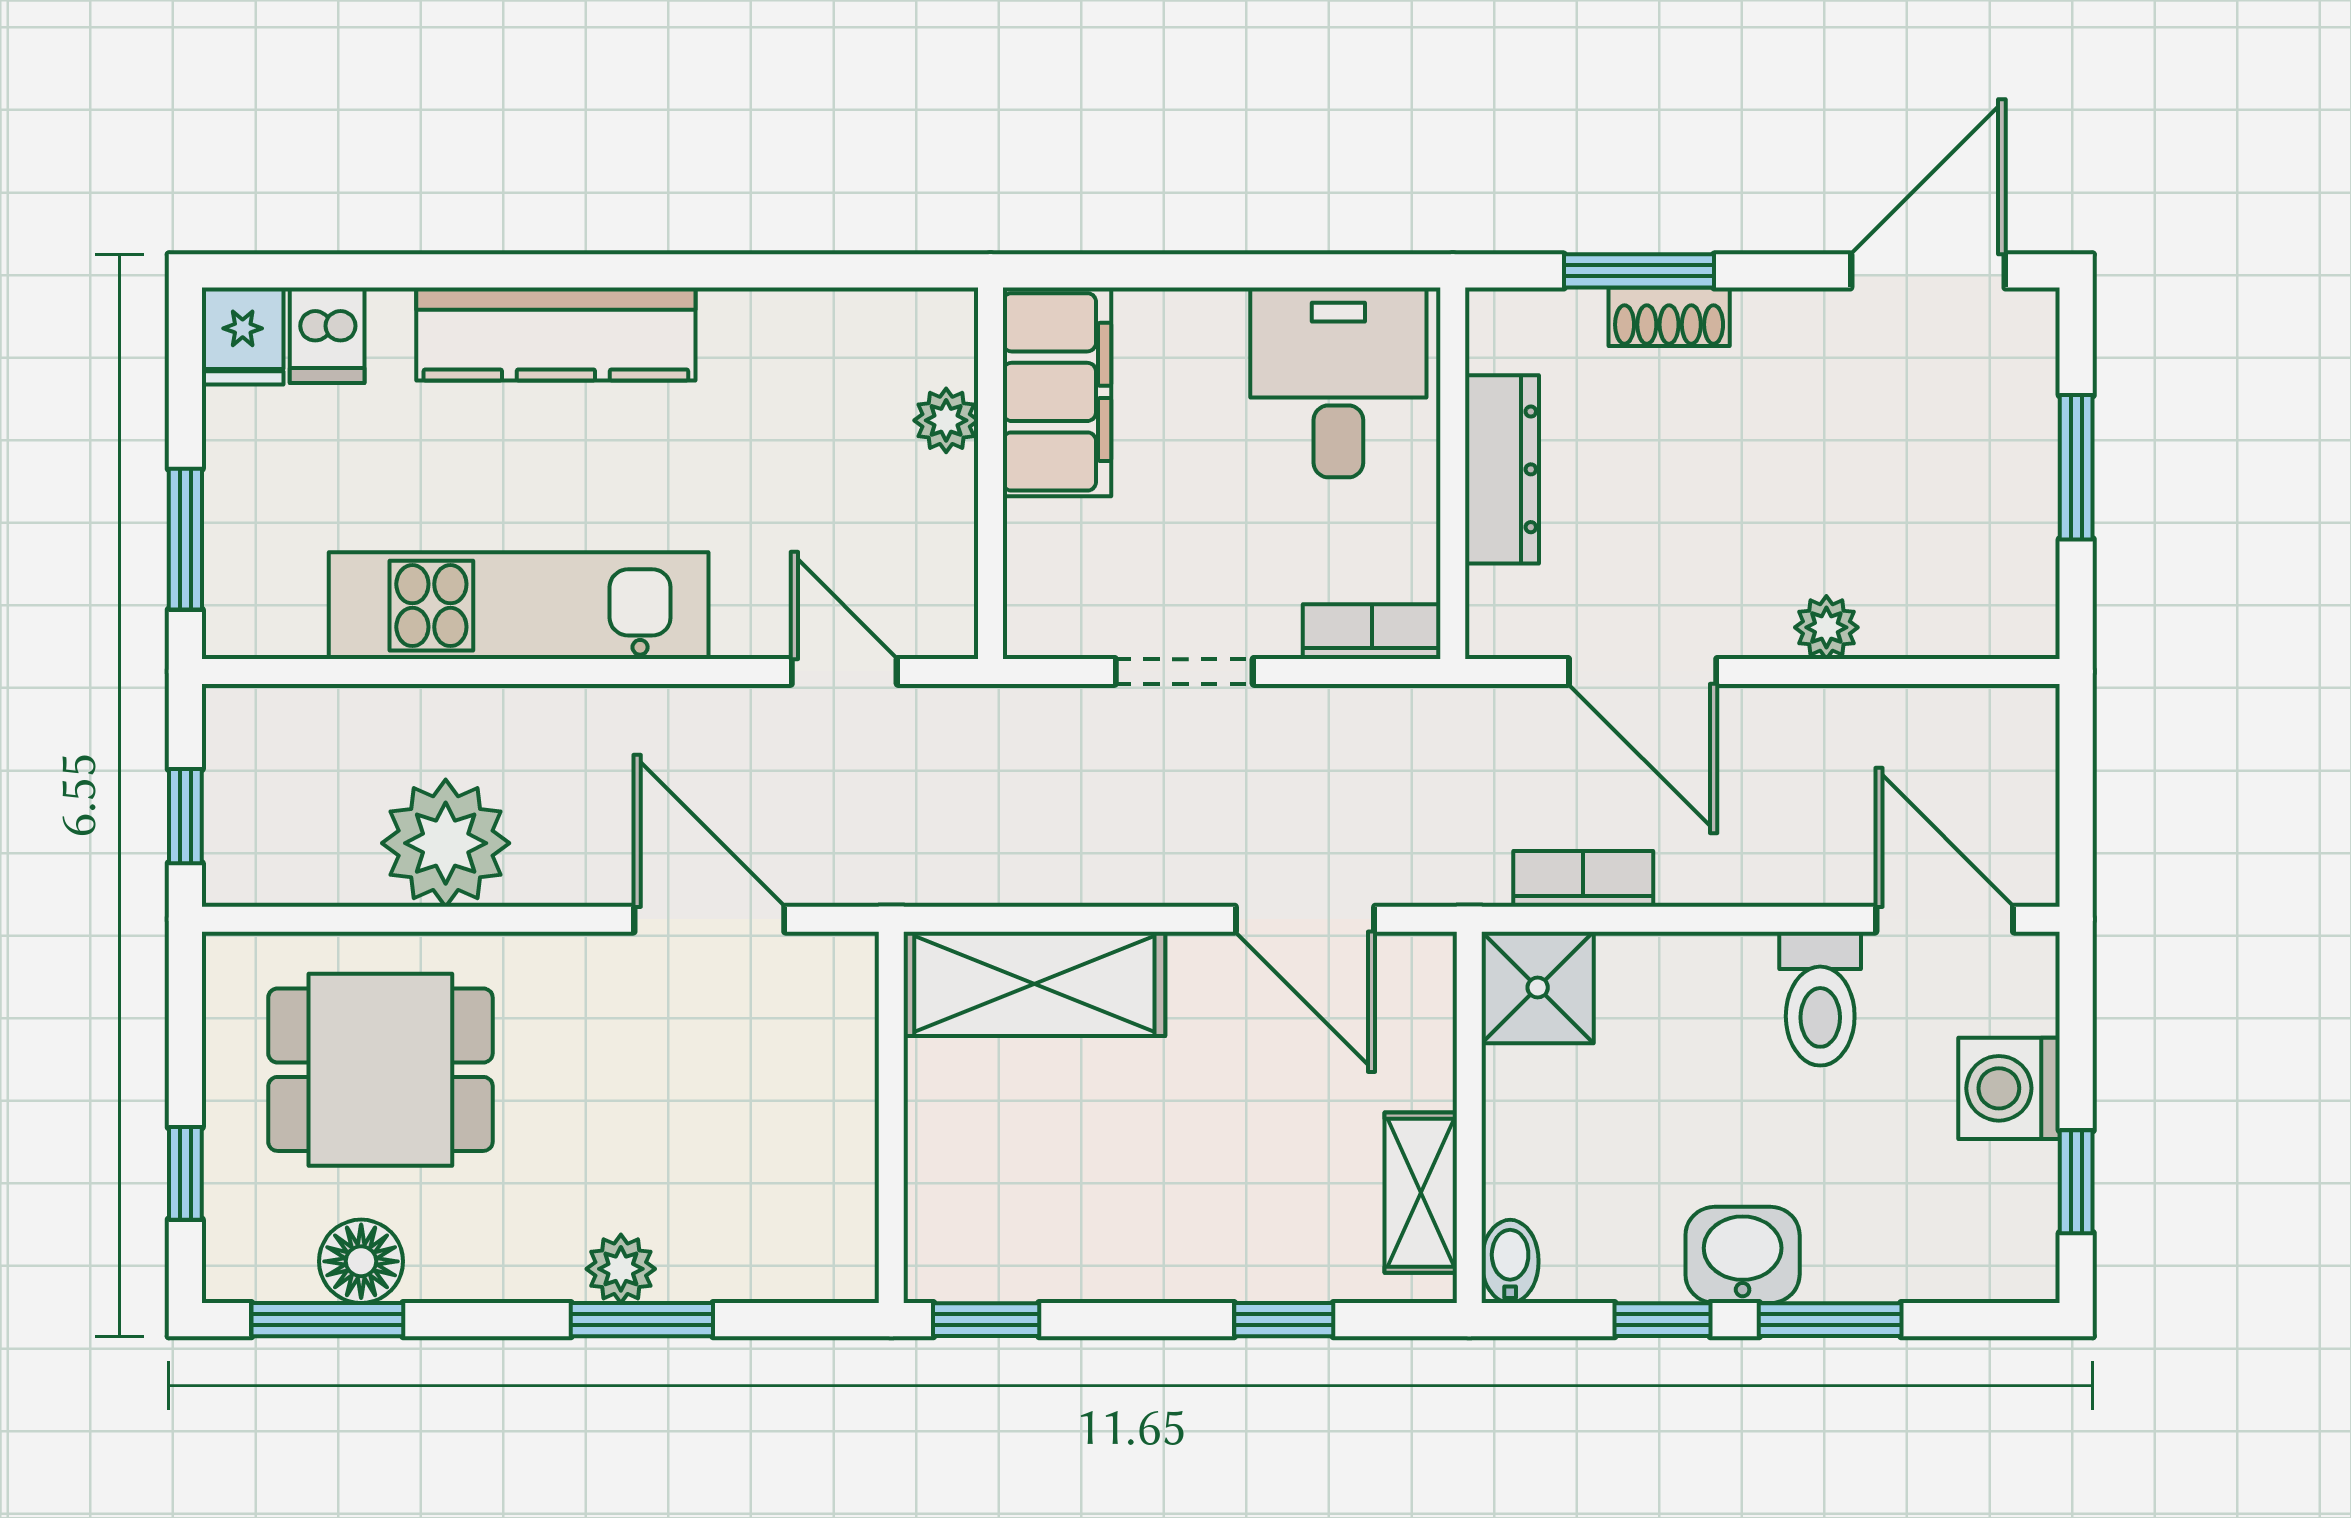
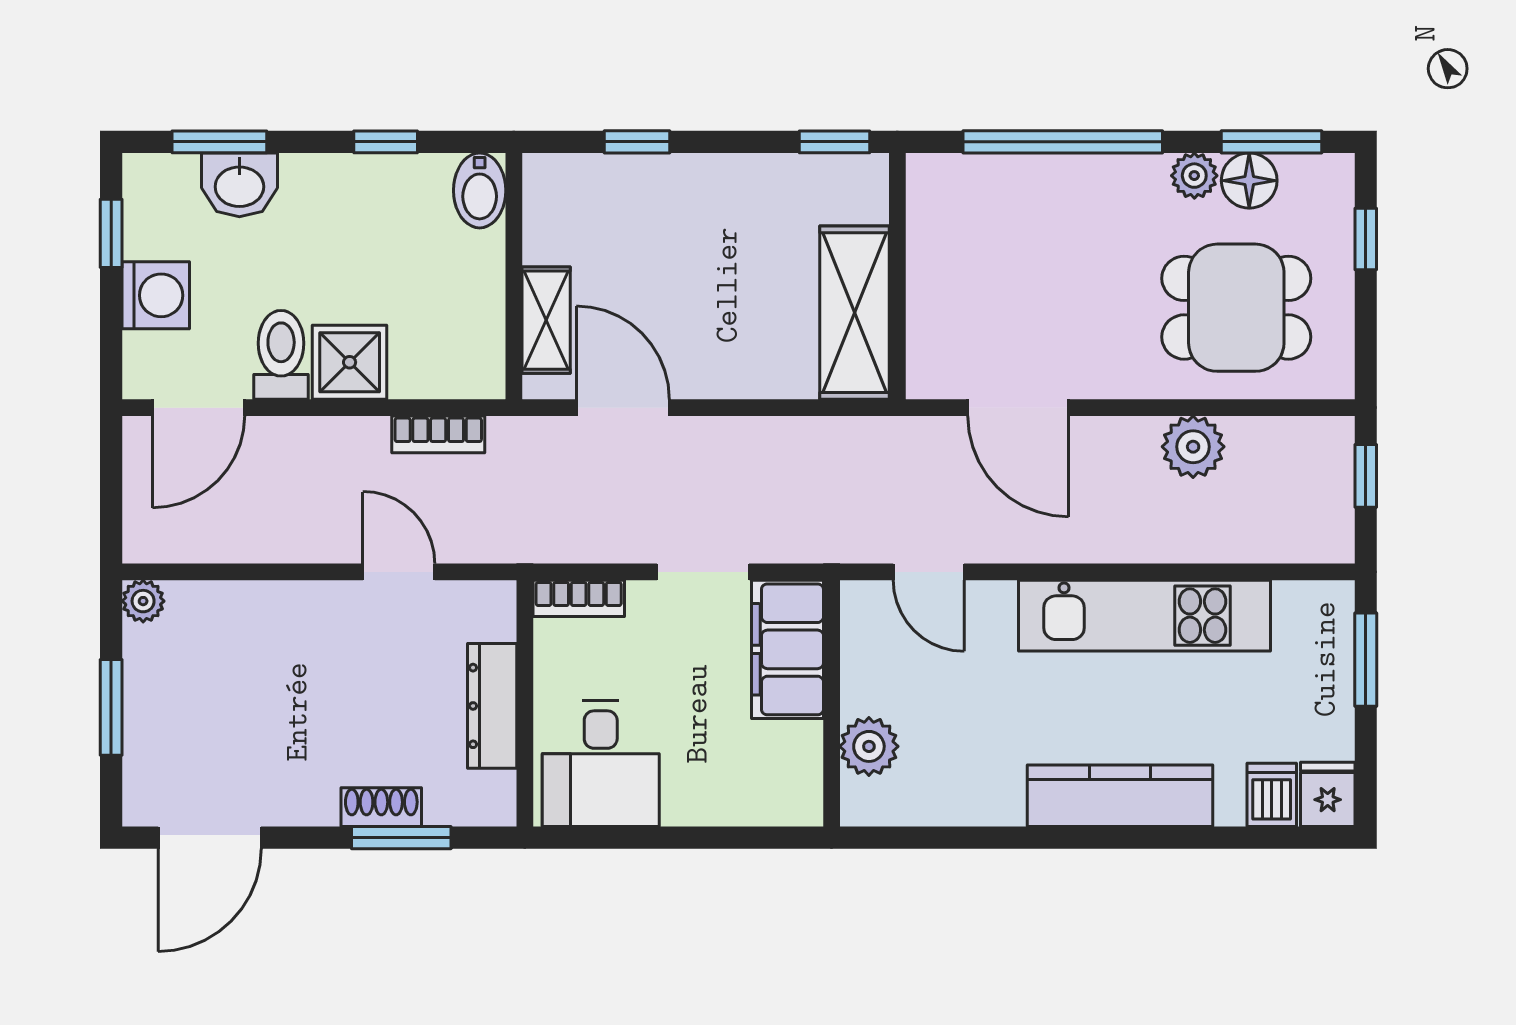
filing cabinet: (1057, 392) -> (787, 649), moved
plant: (946, 420) -> (869, 746), width x1.38, depth x1.38
plant: (1826, 627) -> (143, 601), moved
door: (1643, 671) -> (399, 572), width x0.73
plant: (446, 843) -> (1193, 447), width x0.73, depth x0.73
door: (1945, 919) -> (198, 408), hinge flipped
shelving: (1034, 984) -> (854, 313), moved, turned 90
shower: (1538, 987) -> (350, 362), moved
shelving: (1421, 1193) -> (546, 320), moved
washbasin: (1743, 1255) -> (239, 185), moved
bidet: (1510, 1261) -> (480, 190), width x1.38, depth x1.36
plant: (621, 1269) -> (1194, 176), moved
window: (642, 1320) -> (1063, 142), width x2.11
window: (1830, 1320) -> (219, 142), moved

